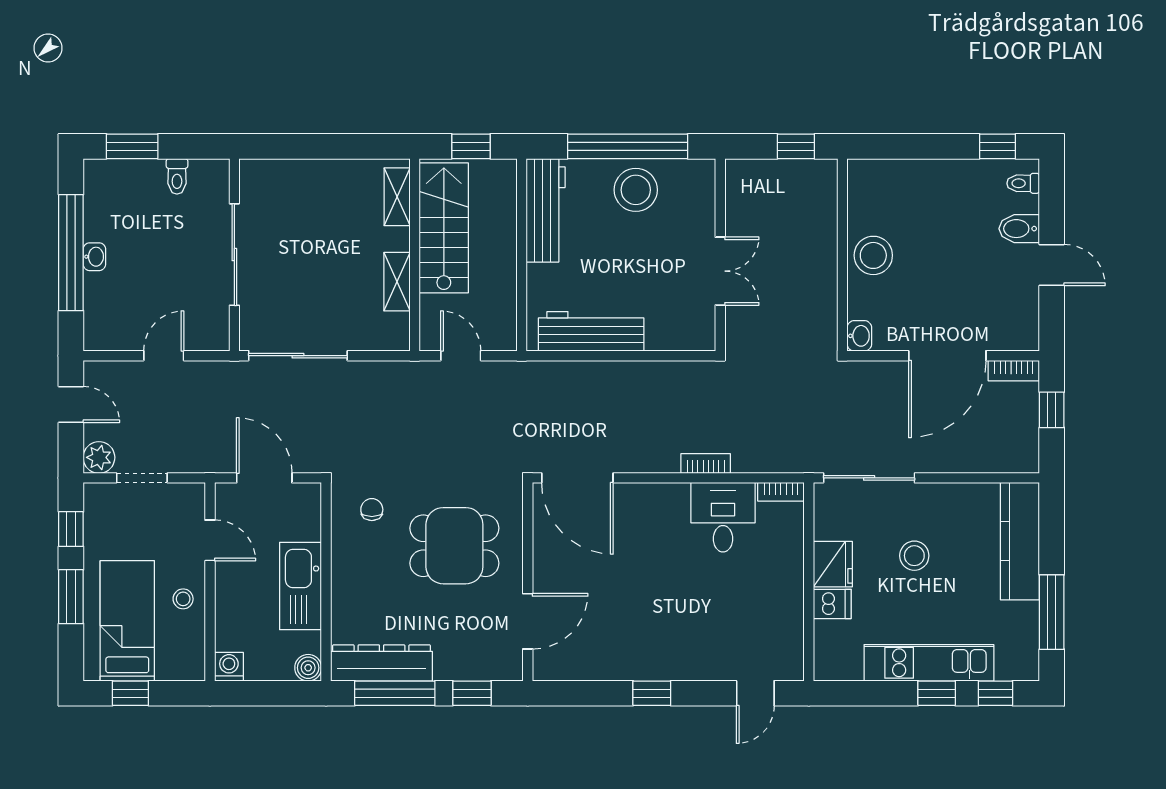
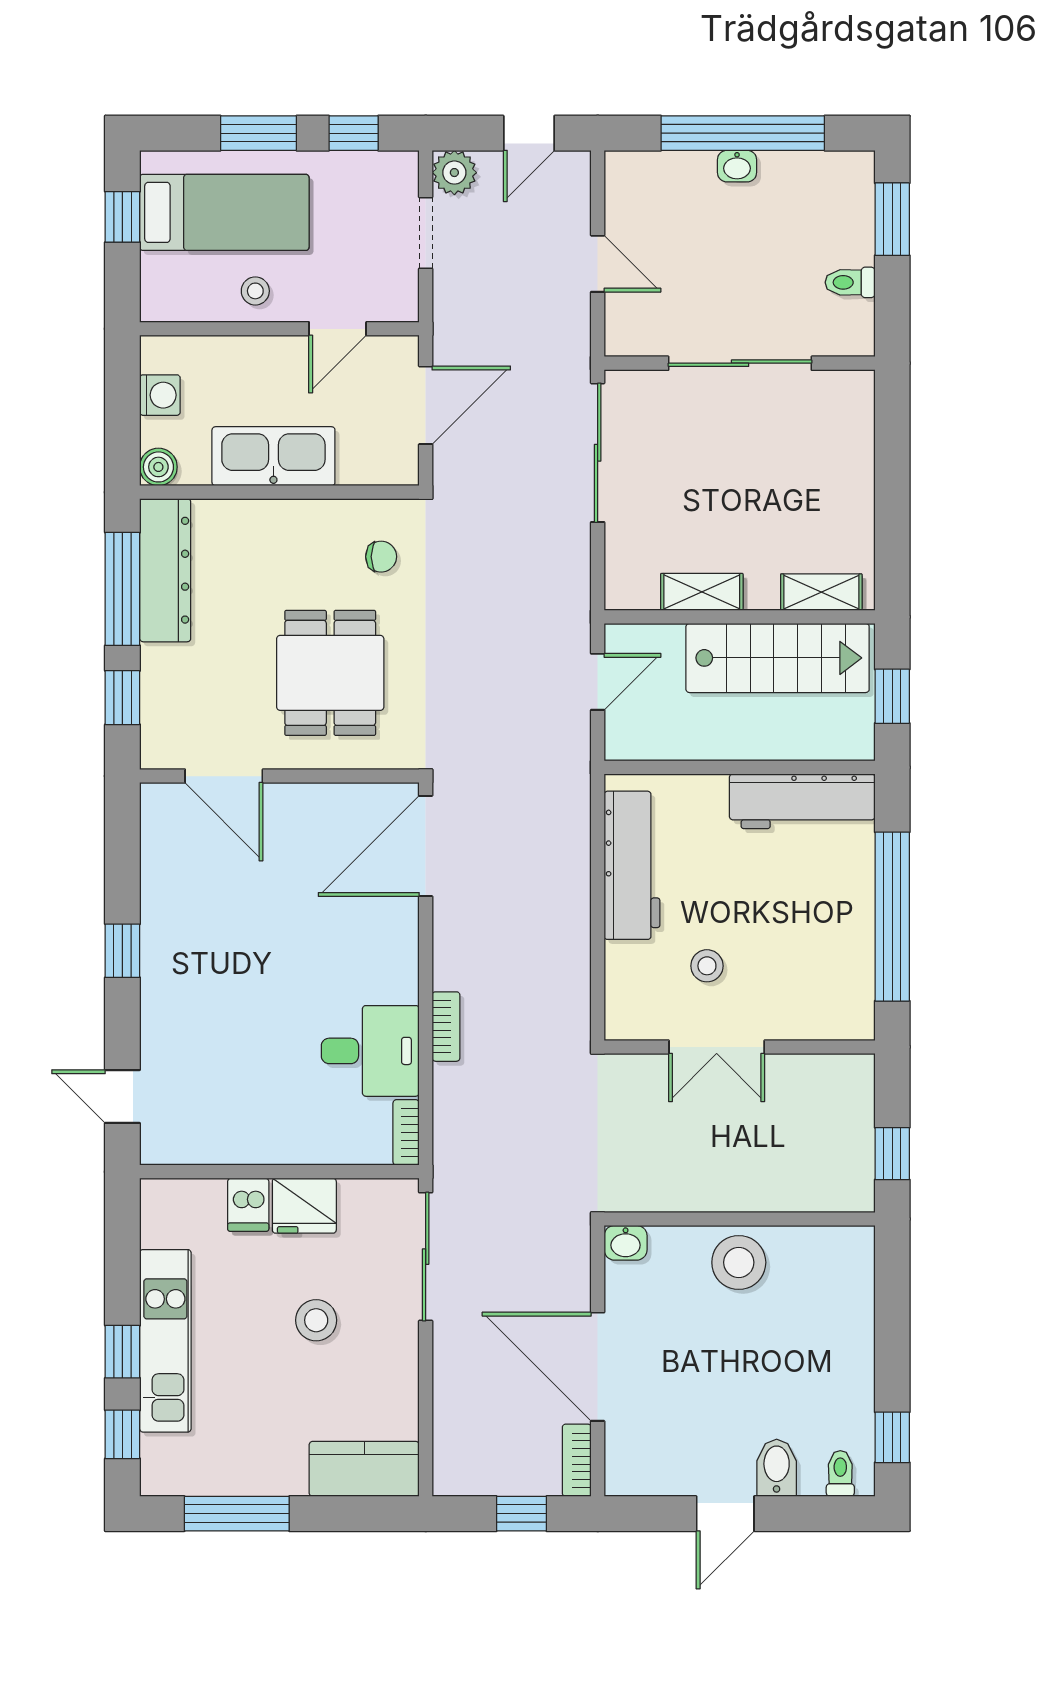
stool: (636, 190) -> (707, 966), moved, width x0.53, depth x0.53
kitchen counter: (1020, 541) -> (364, 1469), width x0.67
washing machine: (229, 667) -> (160, 395), moved

